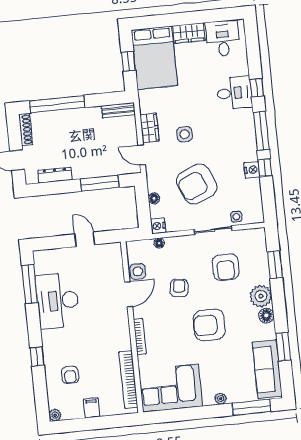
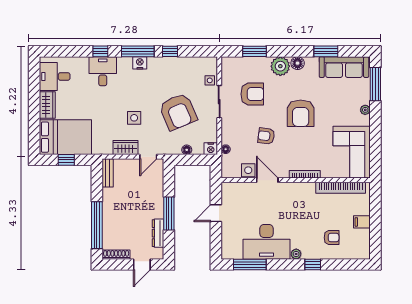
nightstand: (252, 170) -> (140, 63), moved
window: (100, 183) -> (169, 214), moved
plant: (55, 415) -> (296, 254), moved

